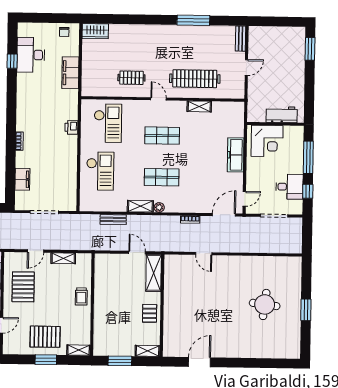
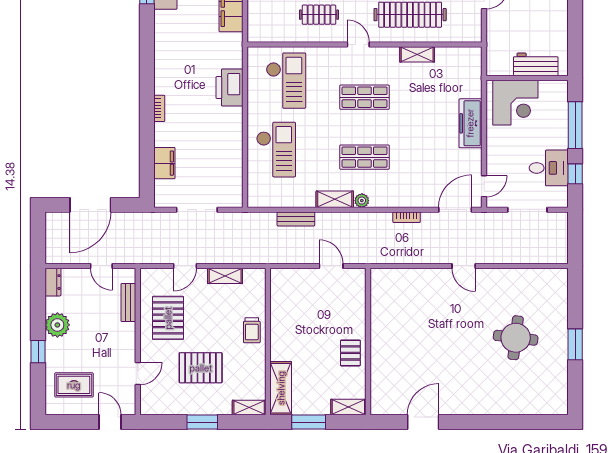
printer: (71, 127) -> (230, 88), width x1.87, depth x1.48
door: (204, 254) -> (464, 266), moved
shelving: (154, 273) -> (281, 388), moved
pallet: (45, 337) -> (201, 368), moved

